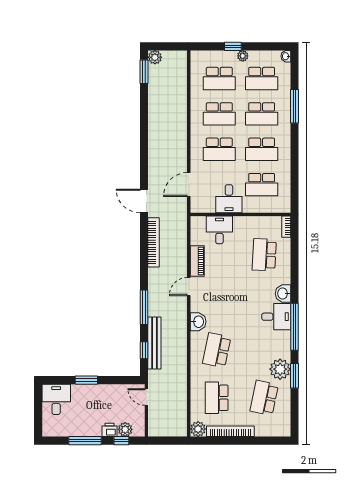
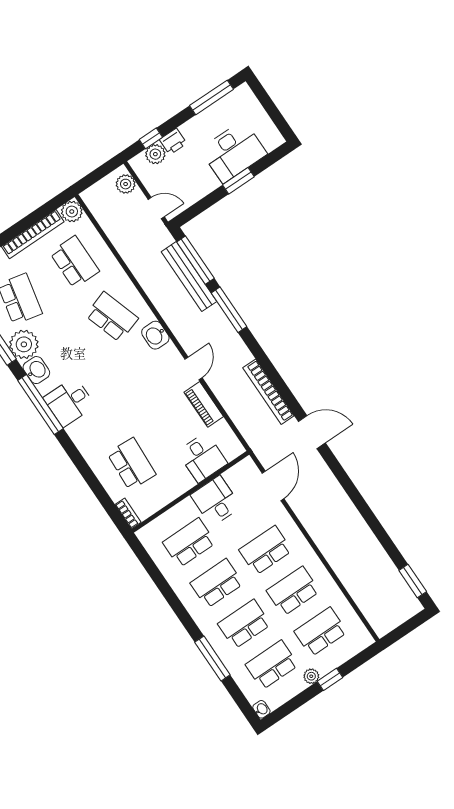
plant: (155, 57) -> (126, 184), moved
washbasin: (283, 294) -> (36, 370), moved
window: (144, 350) -> (195, 260), width x2.17
school desk: (217, 350) -> (112, 317), turned -30
desk: (56, 399) -> (233, 152), moved, width x1.37
window: (85, 441) -> (212, 97), moved

